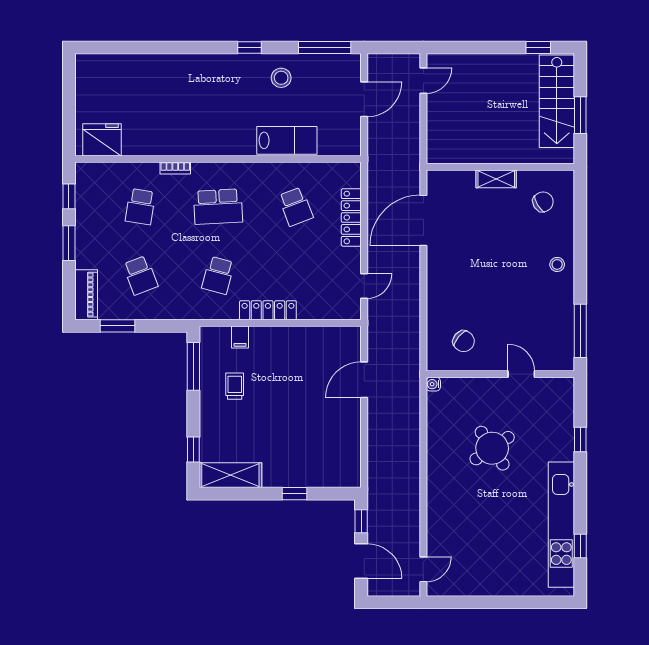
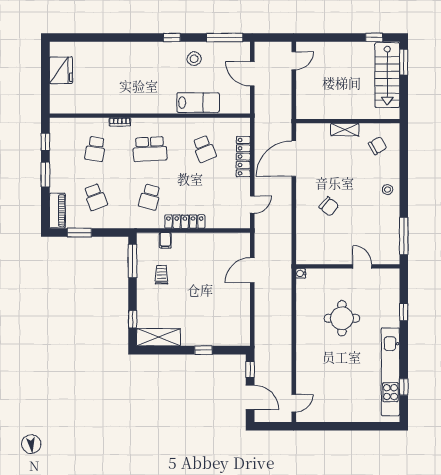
door: (364, 99) -> (252, 74), swing flipped
window: (580, 115) -> (404, 62), moved
fridge: (102, 140) -> (61, 70), moved, turned 90
chair: (464, 341) -> (329, 206), moved
round table: (492, 448) -> (342, 318), turned 34

